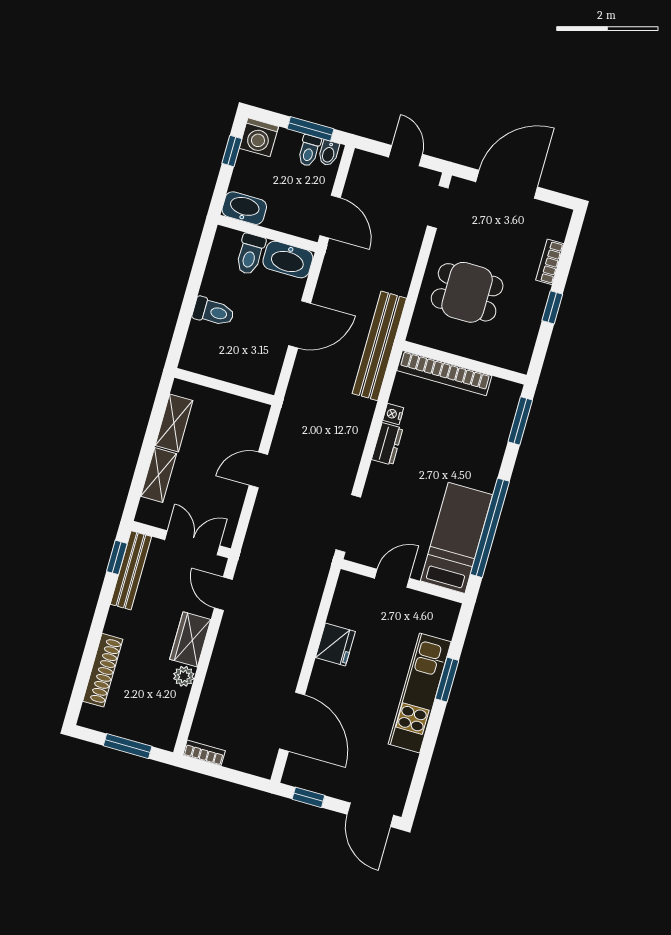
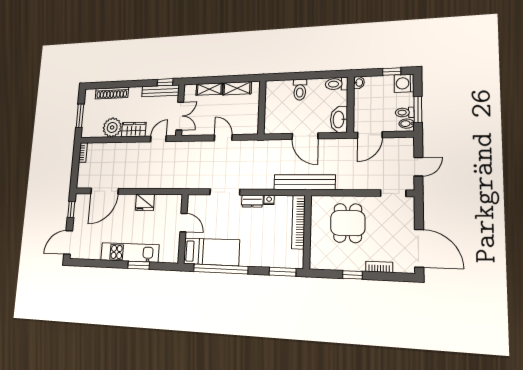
door: (507, 184) -> (419, 248), moved
washbasin: (244, 208) -> (359, 83), width x0.52, depth x0.69
toilet: (250, 254) -> (337, 84), moved
doorway: (348, 523) -> (225, 192), moved
plant: (184, 676) -> (112, 127), width x1.87, depth x1.87

